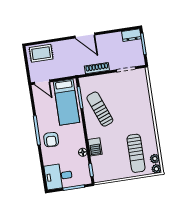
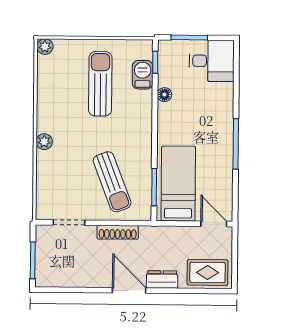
dresser: (131, 35) -> (162, 279), moved
sun lounger: (100, 109) -> (112, 182), moved
armchair: (51, 140) -> (214, 125), removed
barbecue: (95, 147) -> (143, 75), moved
sun lounger: (136, 153) -> (100, 84), moved
plant: (155, 159) -> (44, 142), moved

